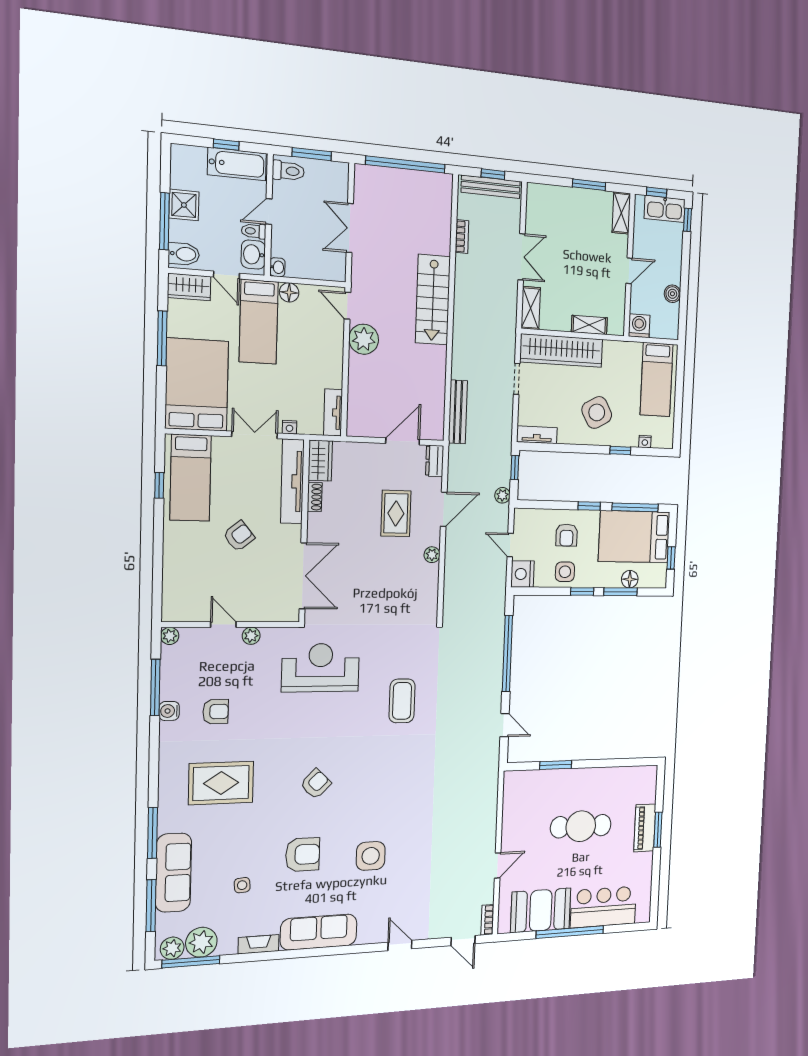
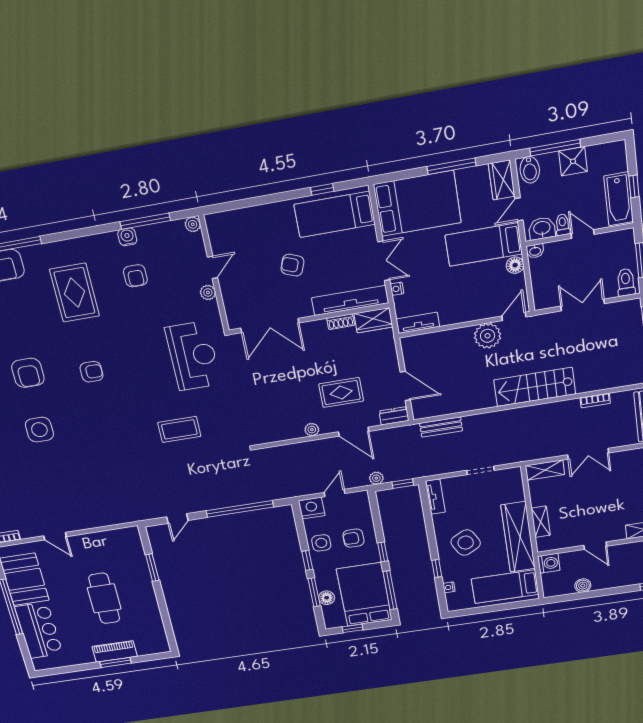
toilet: (288, 171) -> (626, 282), moved, turned 180
wardrobe: (561, 351) -> (518, 537), moved
bench: (458, 412) -> (441, 427), width x0.73
armchair: (239, 536) -> (292, 265), turned 150
armchair: (316, 784) -> (92, 372), turned -45

